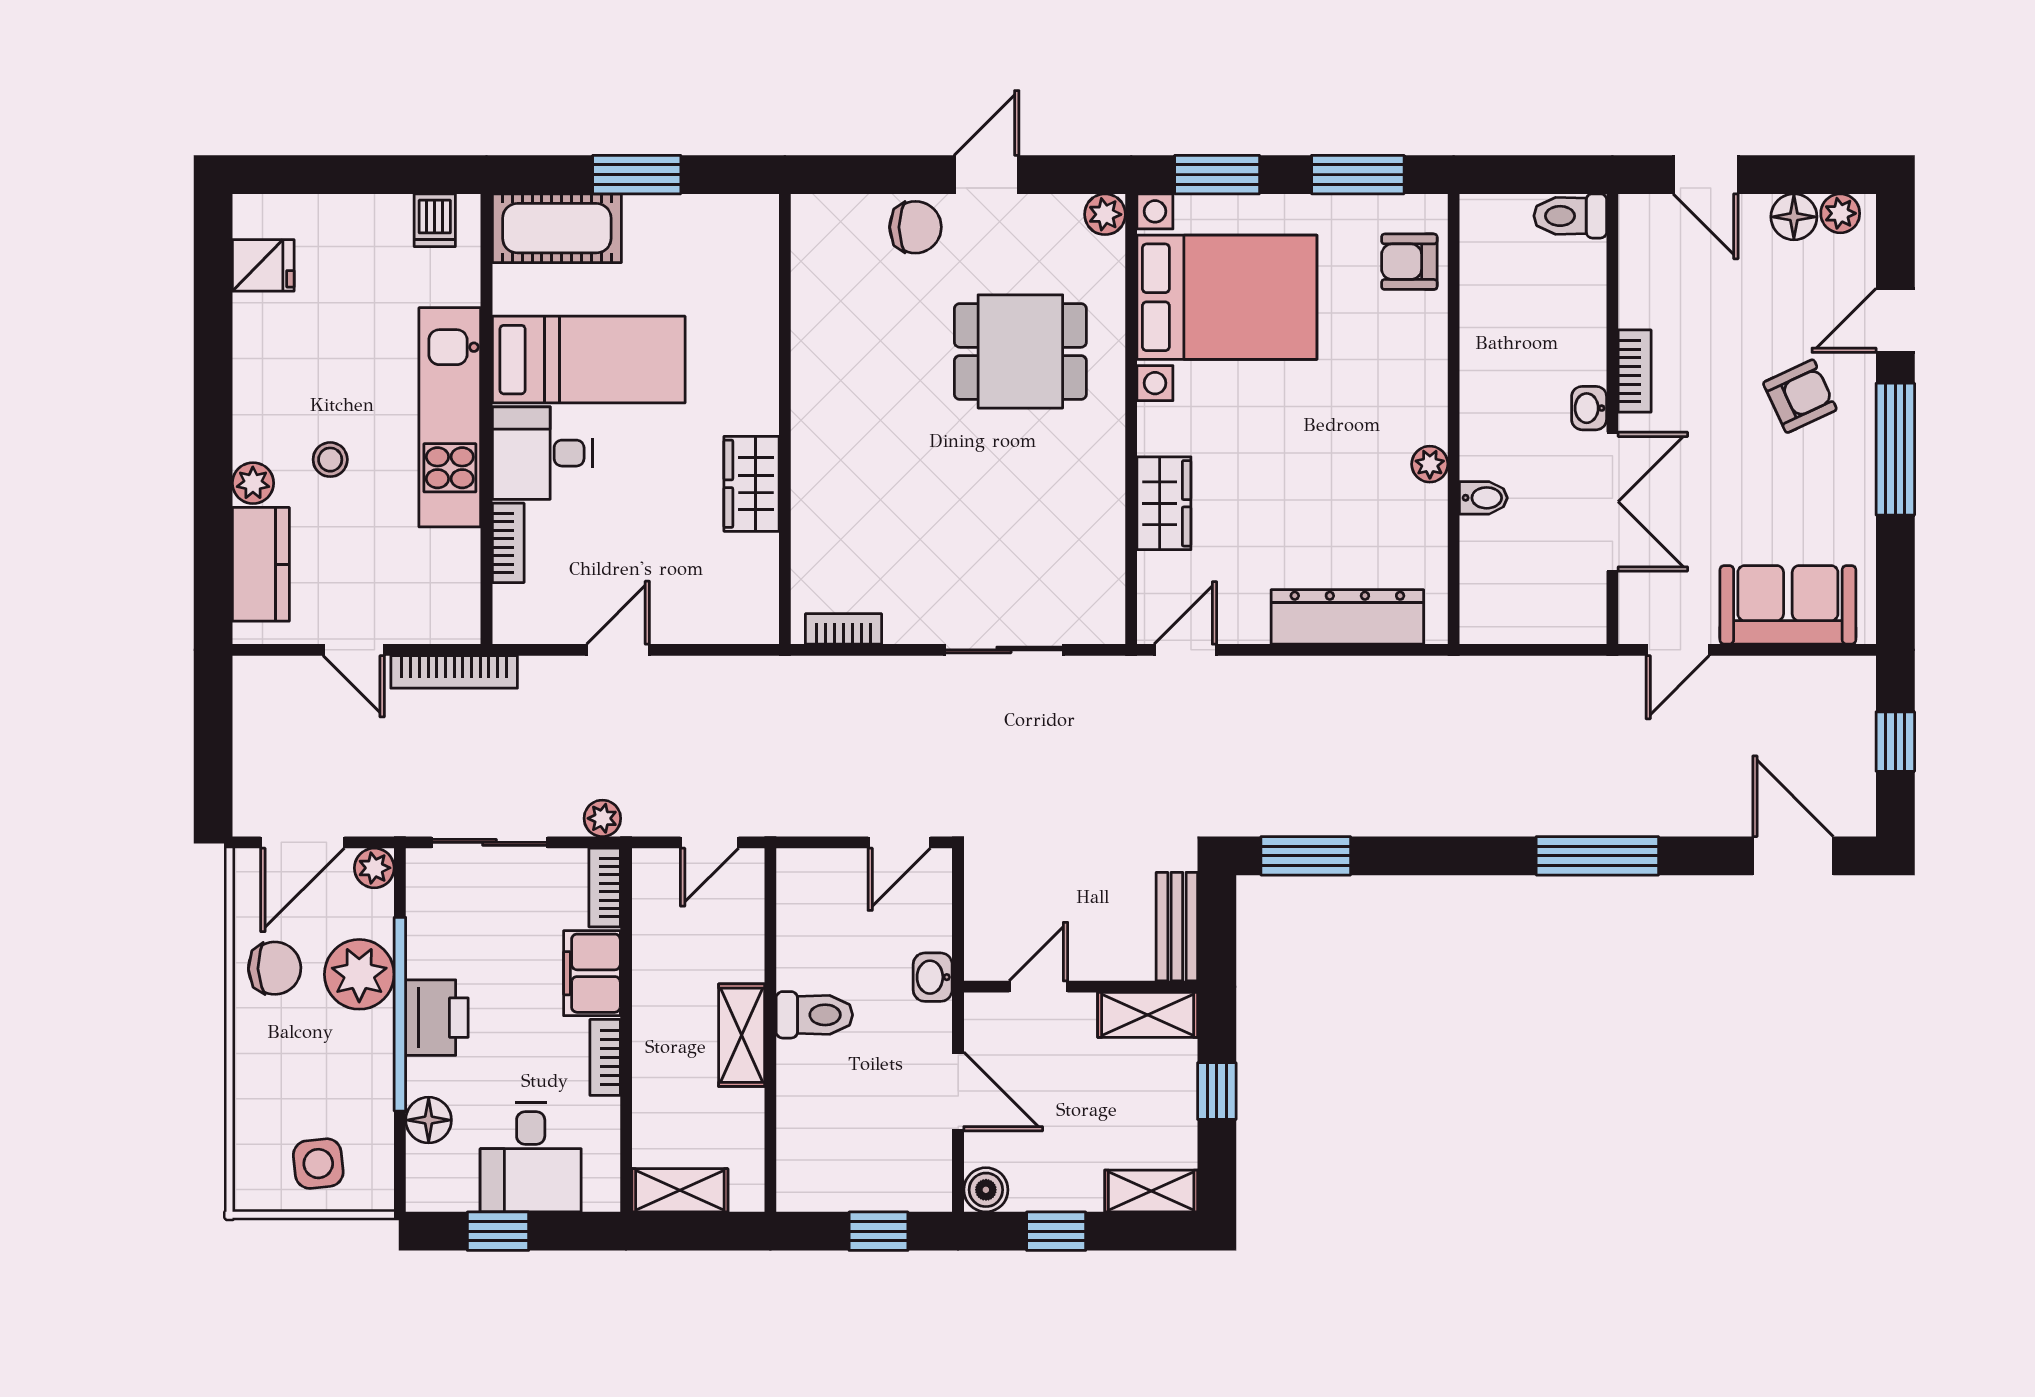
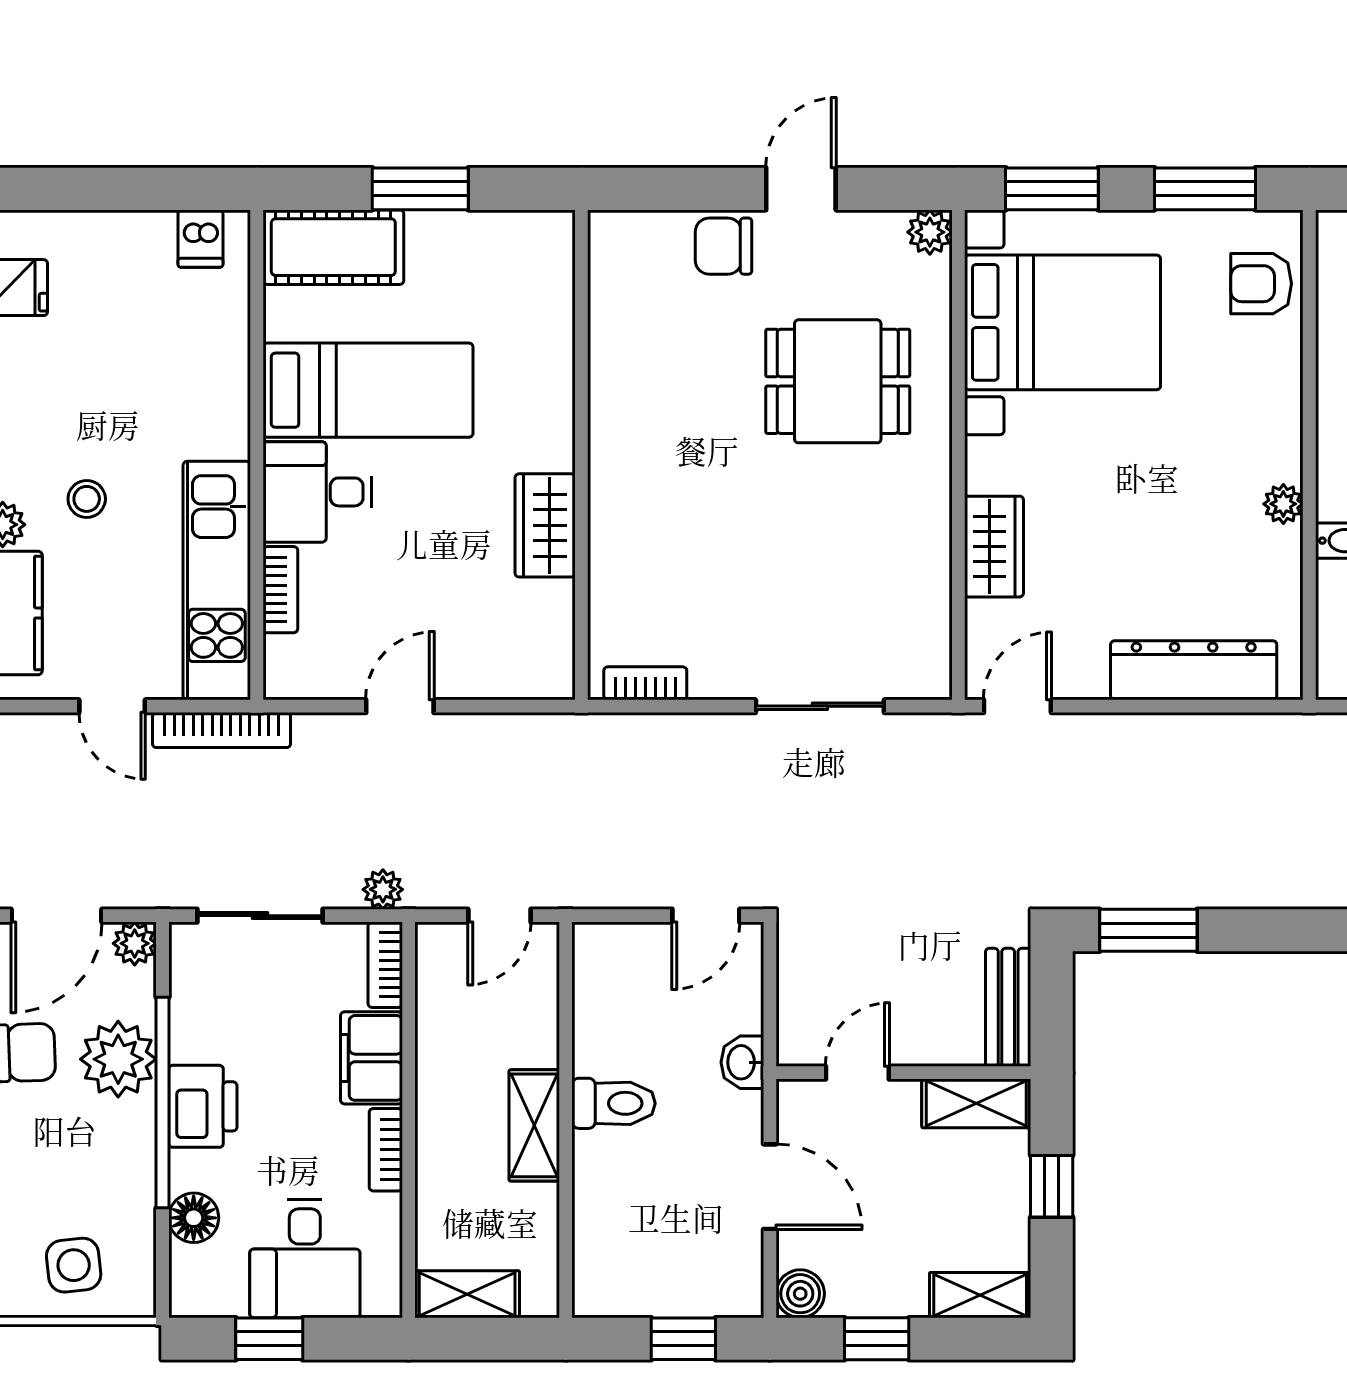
chair: (915, 227) -> (724, 246), turned 180
kitchen unit: (450, 417) -> (217, 581), moved

